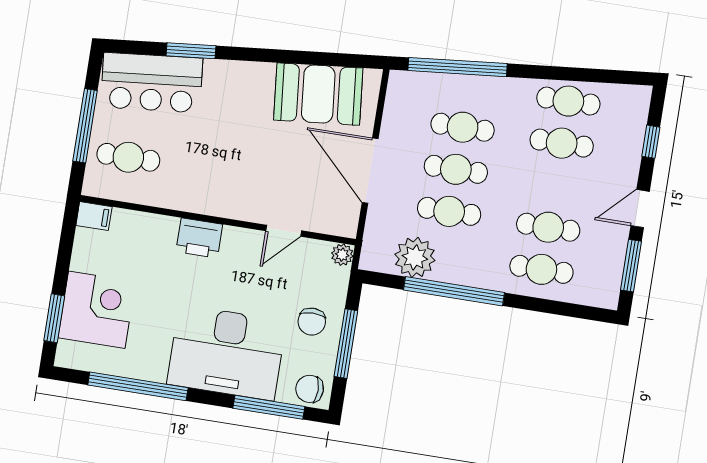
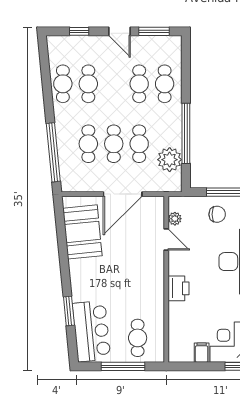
filing cabinet: (94, 216) -> (202, 353), moved
plant: (342, 255) -> (175, 219), moved

